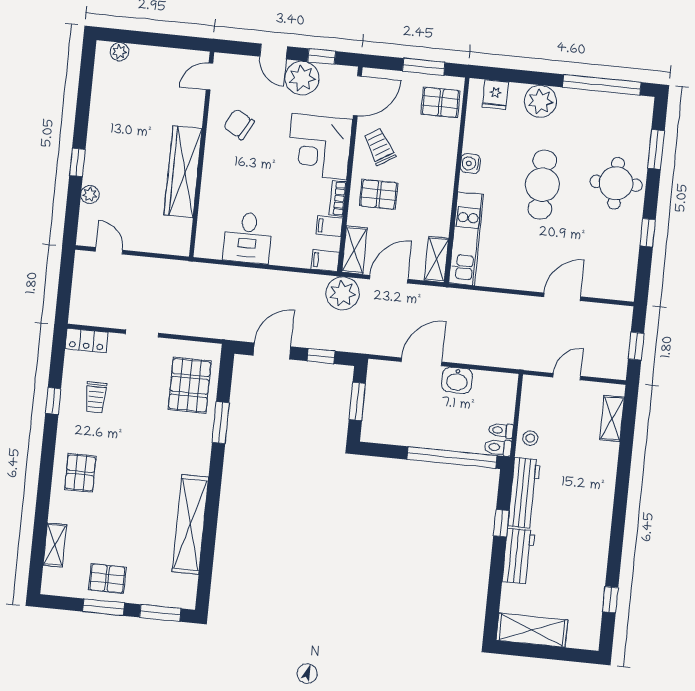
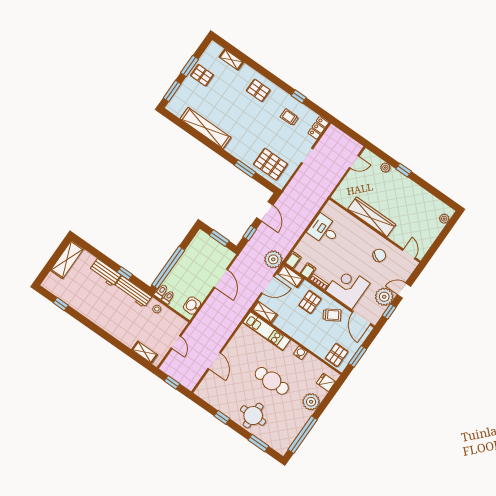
door: (389, 279) -> (268, 285), hinge flipped
washbasin: (457, 380) -> (192, 306), moved
pallet: (107, 579) -> (202, 75), turned 90

